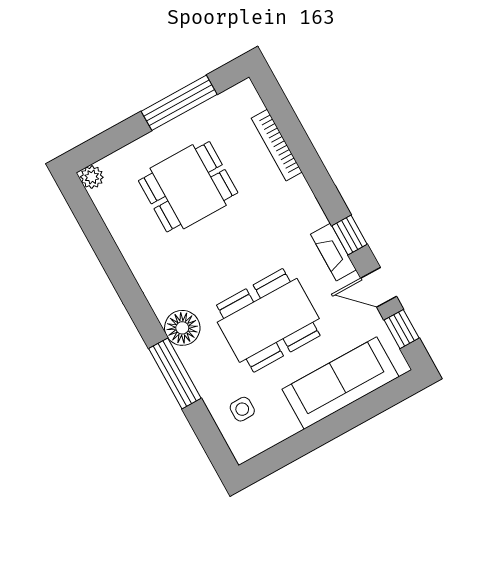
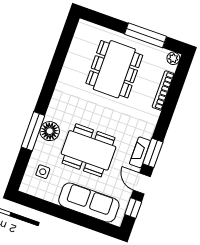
plant: (92, 177) -> (173, 58), moved
dining table: (188, 187) -> (114, 69), width x1.38
window: (350, 235) -> (153, 153), width x1.50
floor lamp: (182, 328) -> (50, 131), moved

